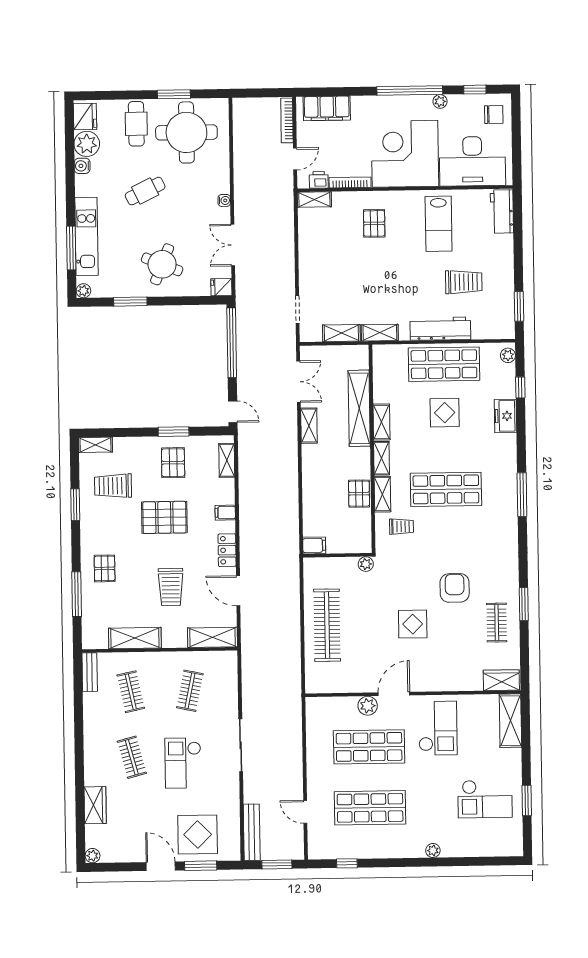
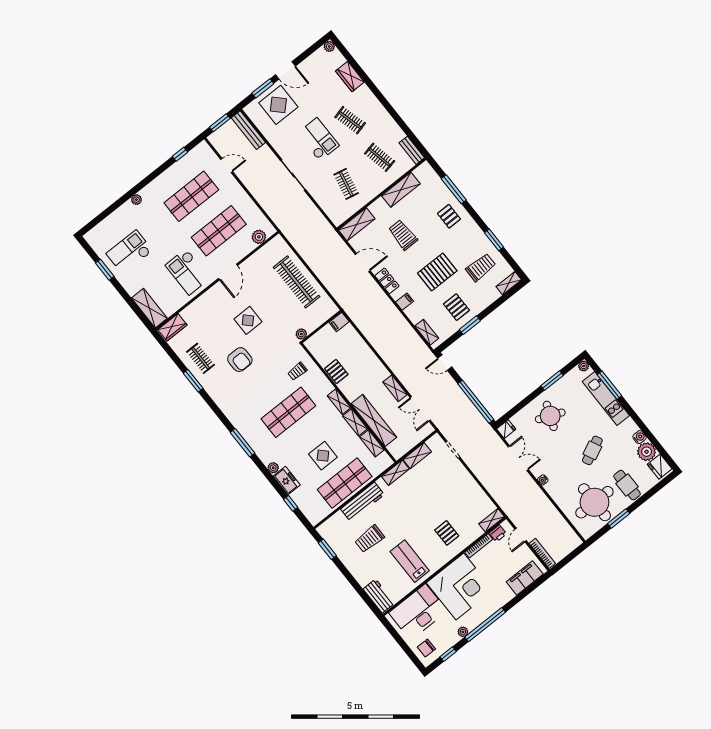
plant: (508, 355) -> (273, 468), moved
shelving: (382, 494) -> (372, 443), moved
plant: (368, 706) -> (259, 237), moved

